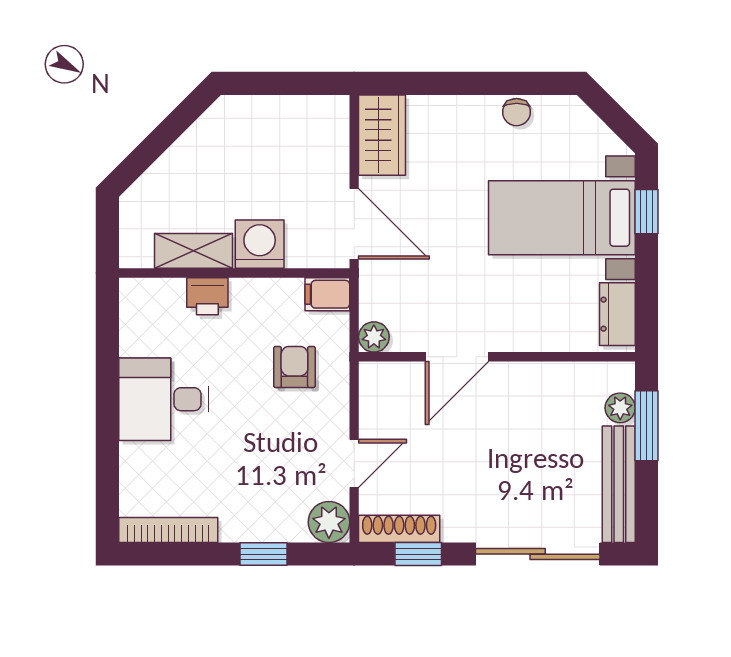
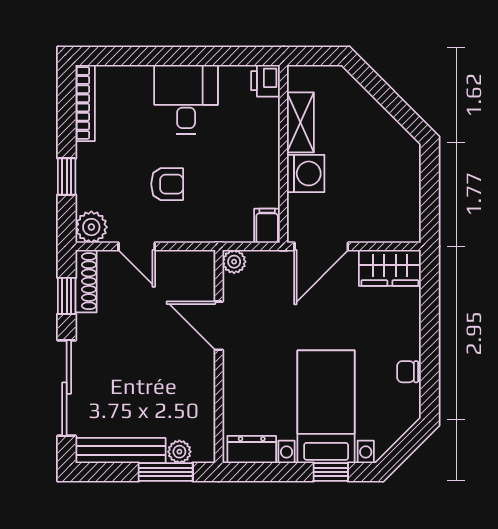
printer: (207, 296) -> (265, 81), moved
armchair: (294, 367) -> (167, 184), moved

